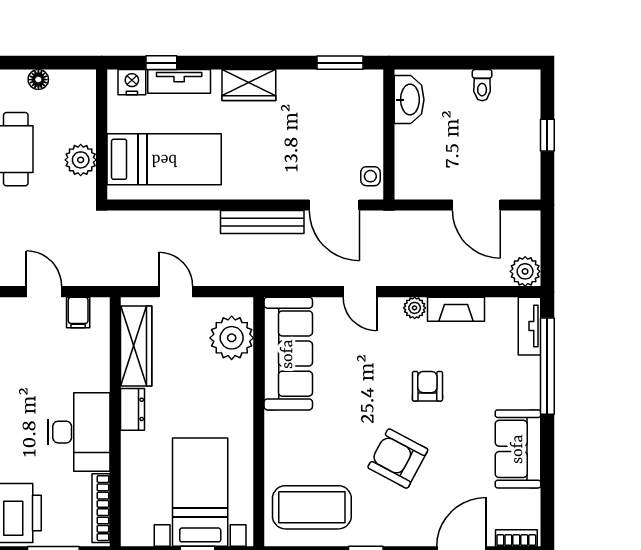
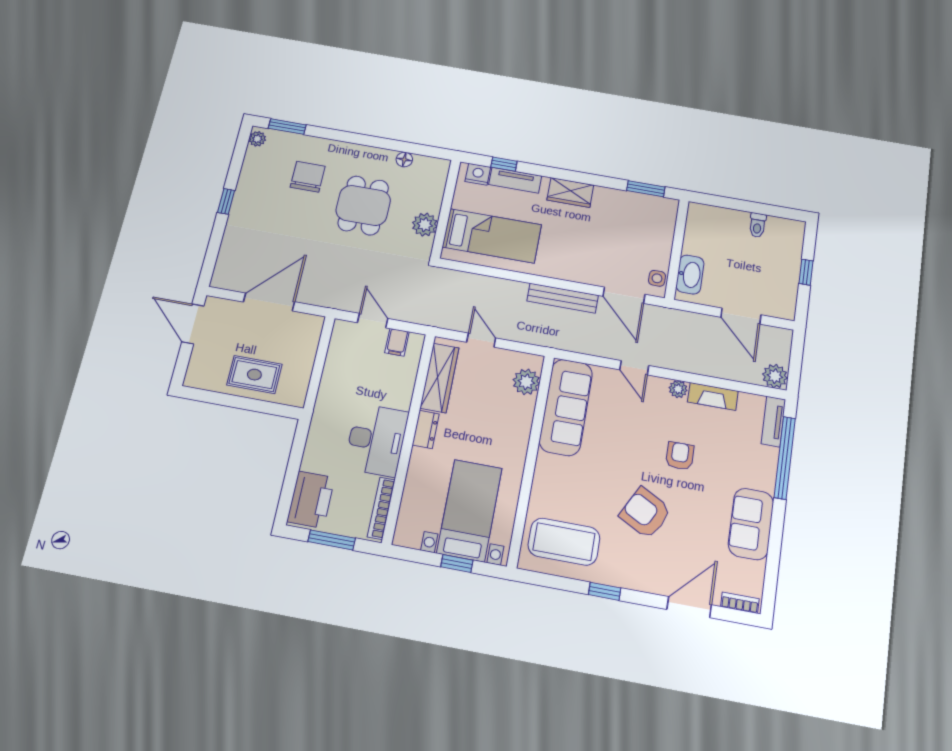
washbasin: (409, 100) -> (690, 275), moved
plant: (232, 338) -> (526, 382), width x0.73, depth x0.73

